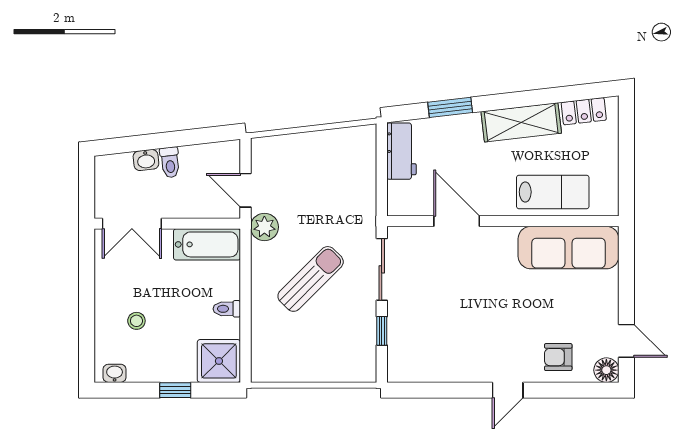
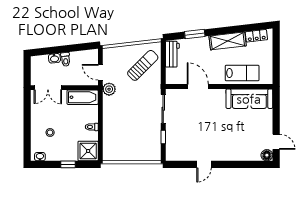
sun lounger: (311, 279) -> (143, 65), moved
armchair: (558, 357) -> (245, 149), removed
door: (508, 390) -> (204, 164), moved

